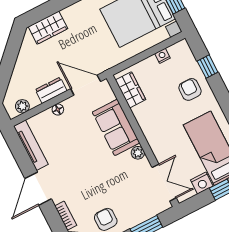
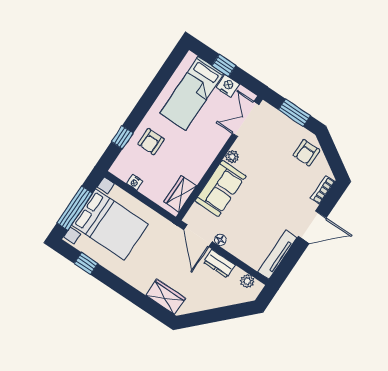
floor lamp: (58, 110) -> (220, 240), moved

